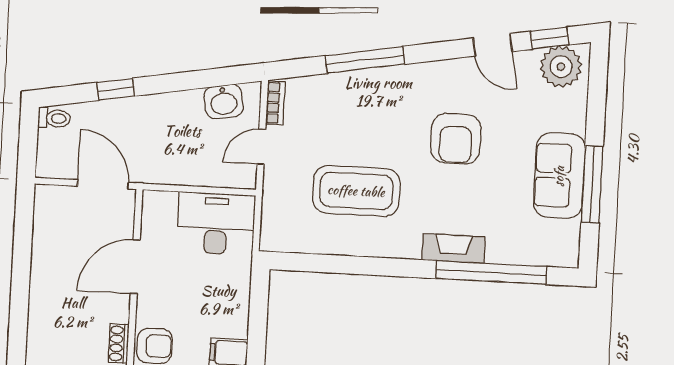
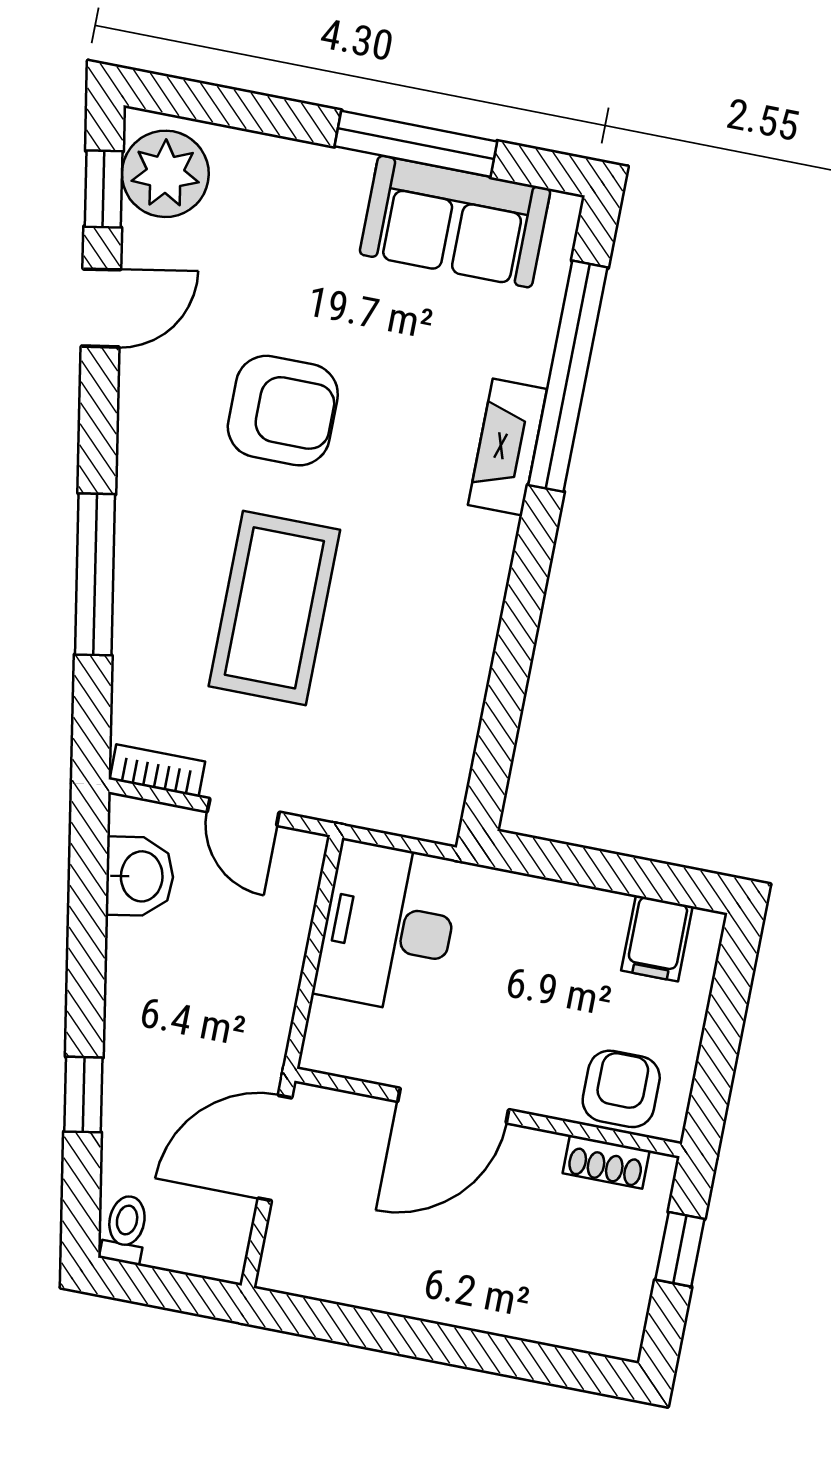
sofa: (559, 176) -> (455, 222), moved
coffee table: (356, 191) -> (274, 608), moved
door: (135, 267) -> (453, 1106), hinge flipped

